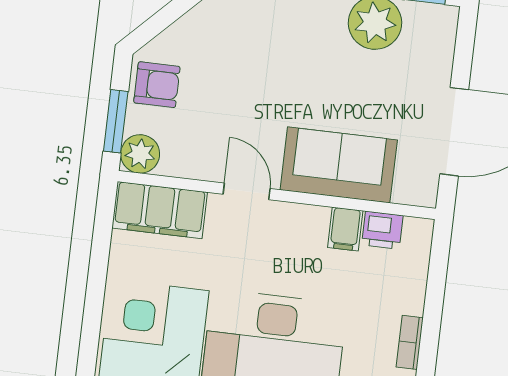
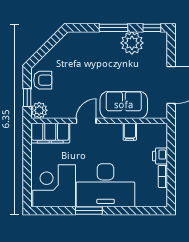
window: (116, 121) -> (27, 98), width x0.67
door: (247, 191) -> (86, 121), hinge flipped
printer: (382, 230) -> (160, 156), moved, turned 90

